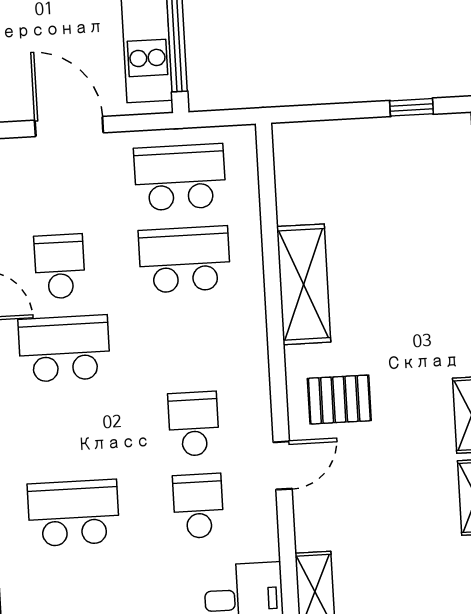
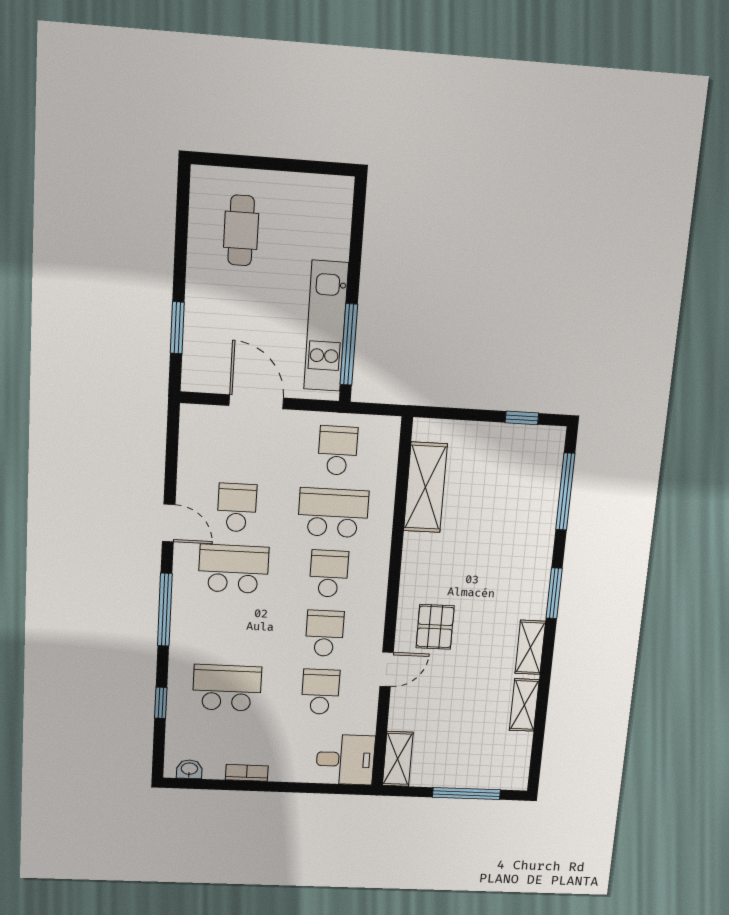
school desk: (180, 177) -> (338, 451), width x0.54
shelving: (304, 284) -> (425, 487), moved
school desk: (189, 342) -> (329, 574), added
pallet: (339, 400) -> (435, 627), turned 90

